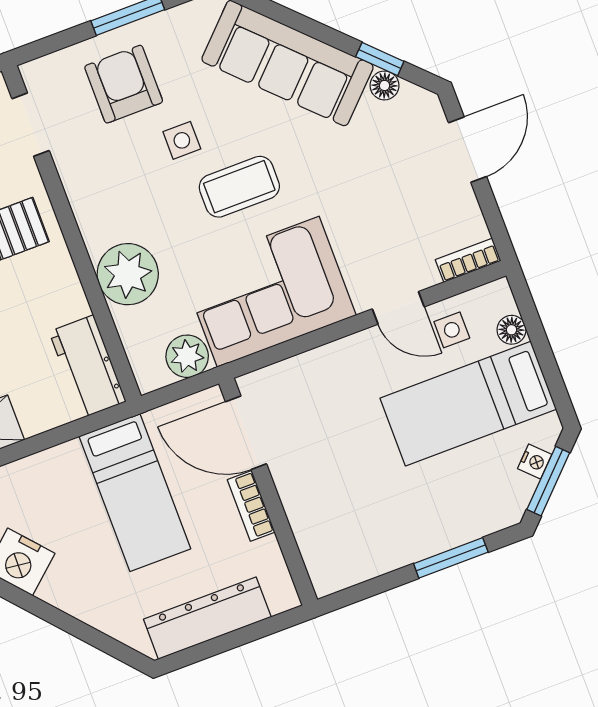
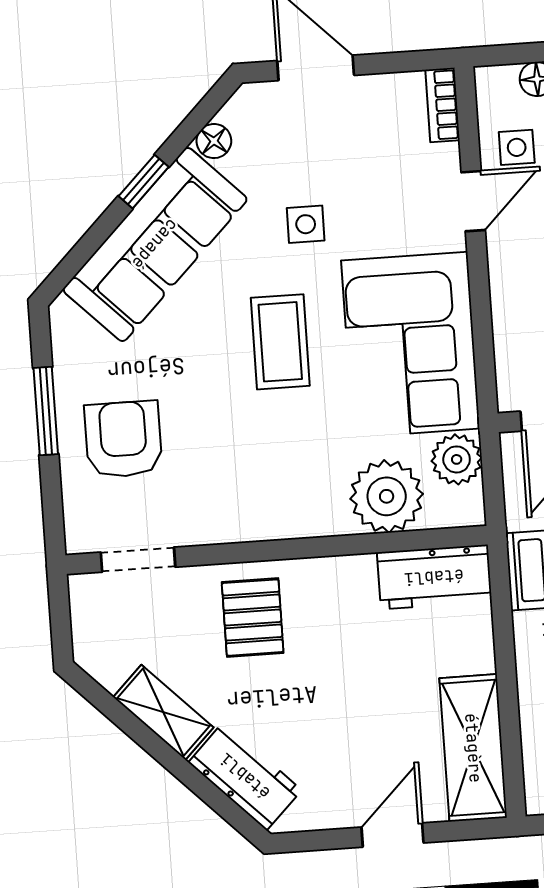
window: (380, 59) -> (144, 182), moved
armchair: (124, 84) -> (123, 439), turned 90
side table: (182, 140) -> (306, 224), moved
plant: (128, 274) -> (387, 496), moved

